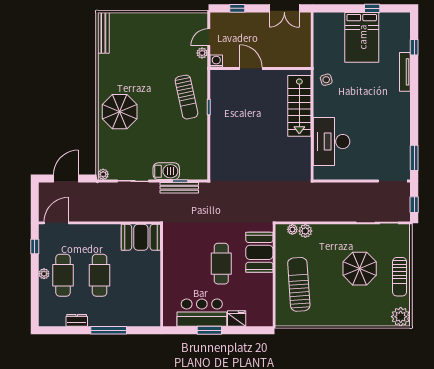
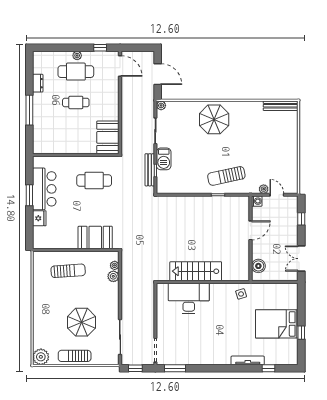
boiler: (293, 59) -> (258, 266), added
stairs: (299, 106) -> (196, 271), moved
cafe table: (221, 264) -> (94, 180), moved
cafe table: (100, 275) -> (76, 102), width x0.73, depth x0.74
sun lounger: (299, 284) -> (68, 271), width x0.73, depth x0.75

